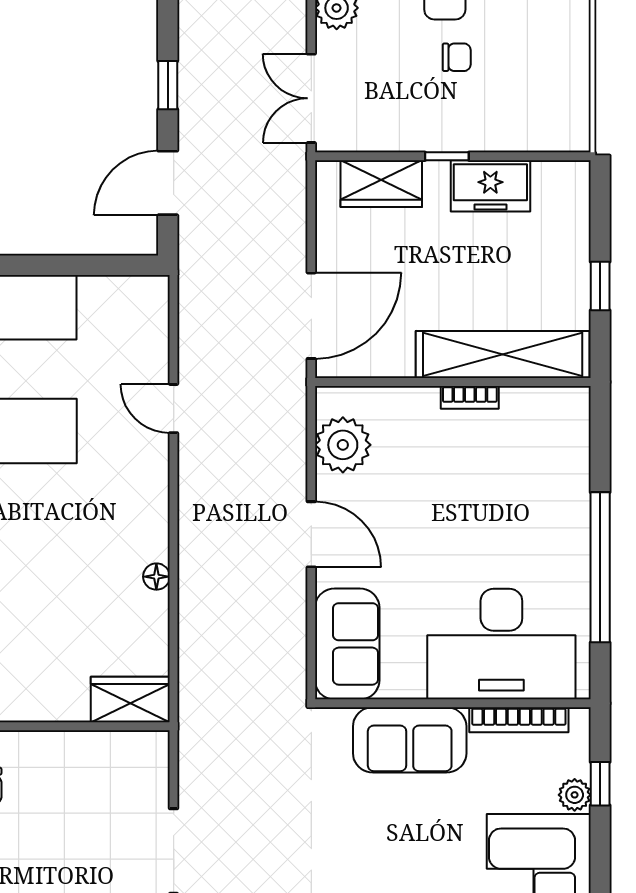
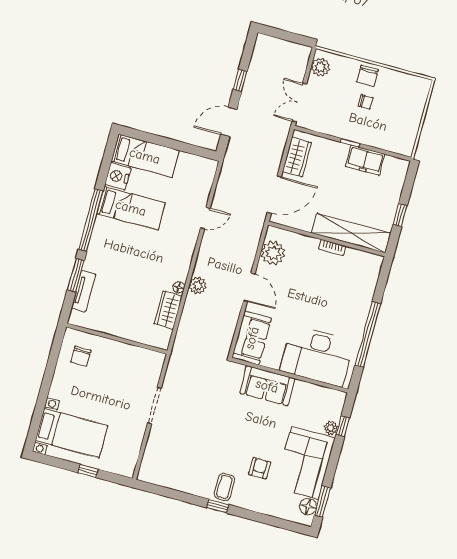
wardrobe: (381, 184) -> (297, 157), moved, turned -90
door: (174, 409) -> (205, 218), swing flipped
plant: (197, 561) -> (198, 285), added
wardrobe: (130, 700) -> (168, 310), moved, turned -90
bookcase: (519, 720) -> (316, 390), removed

